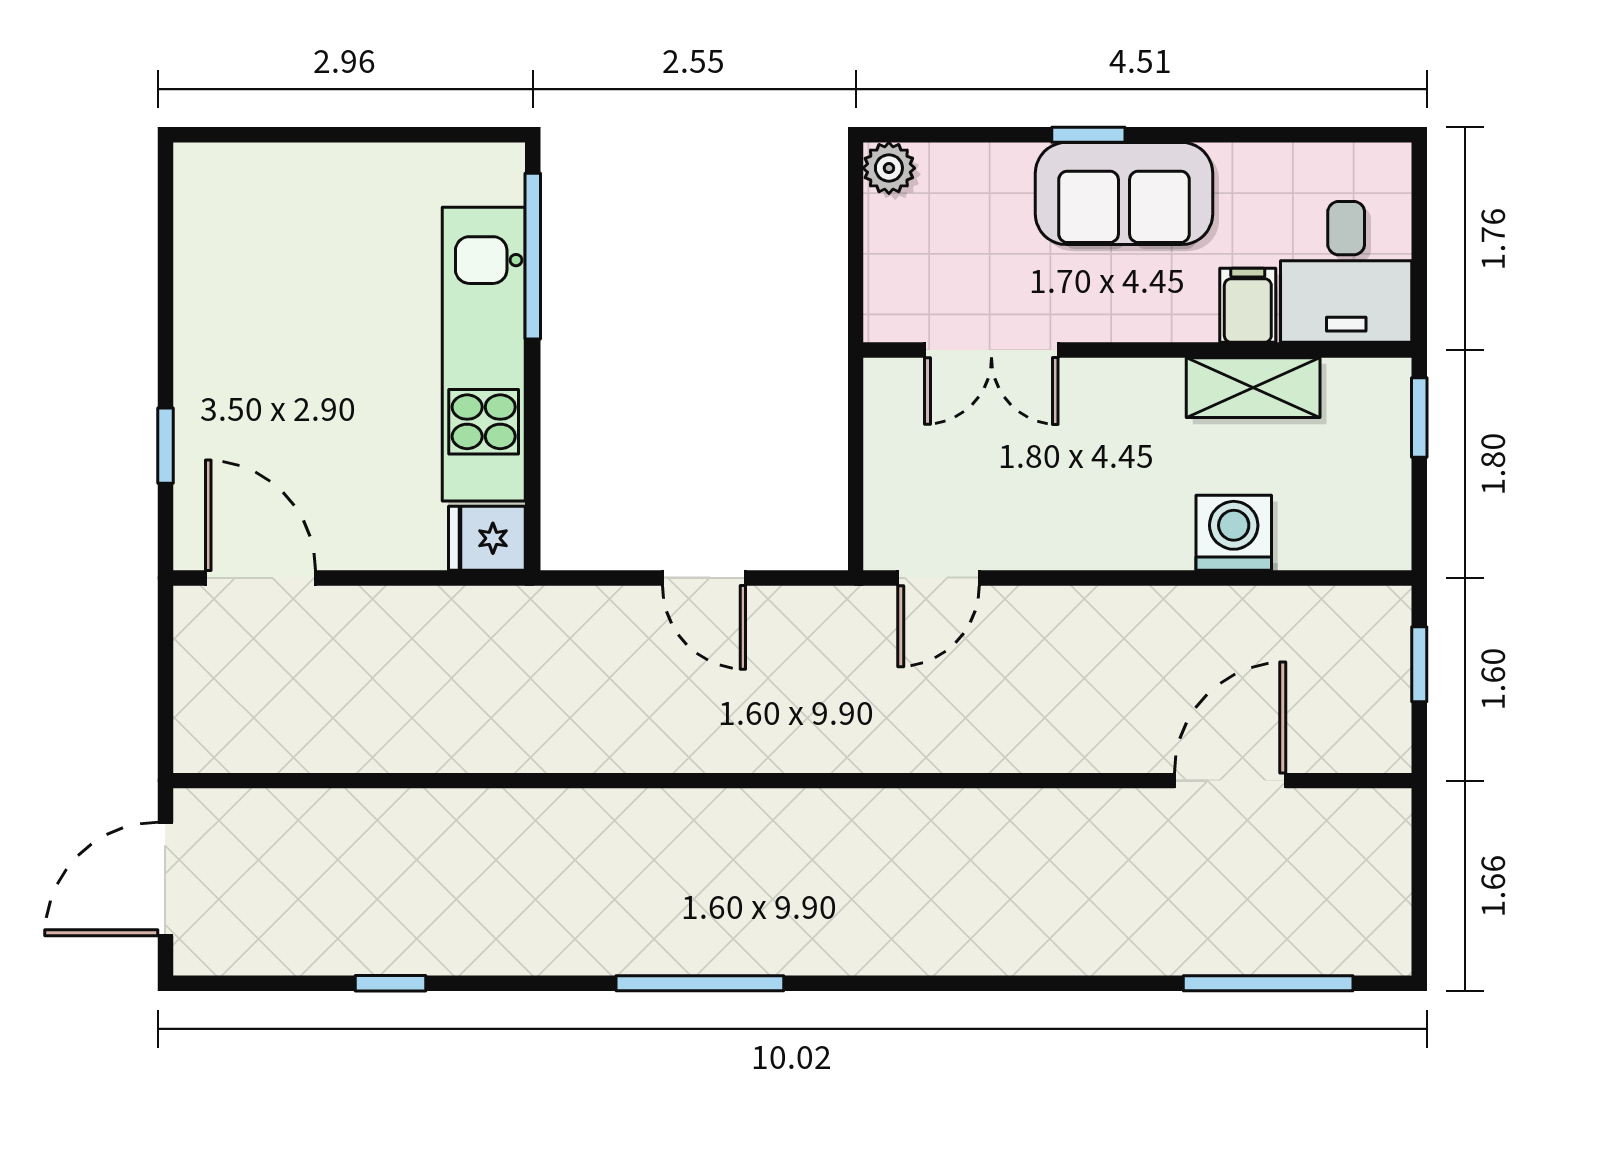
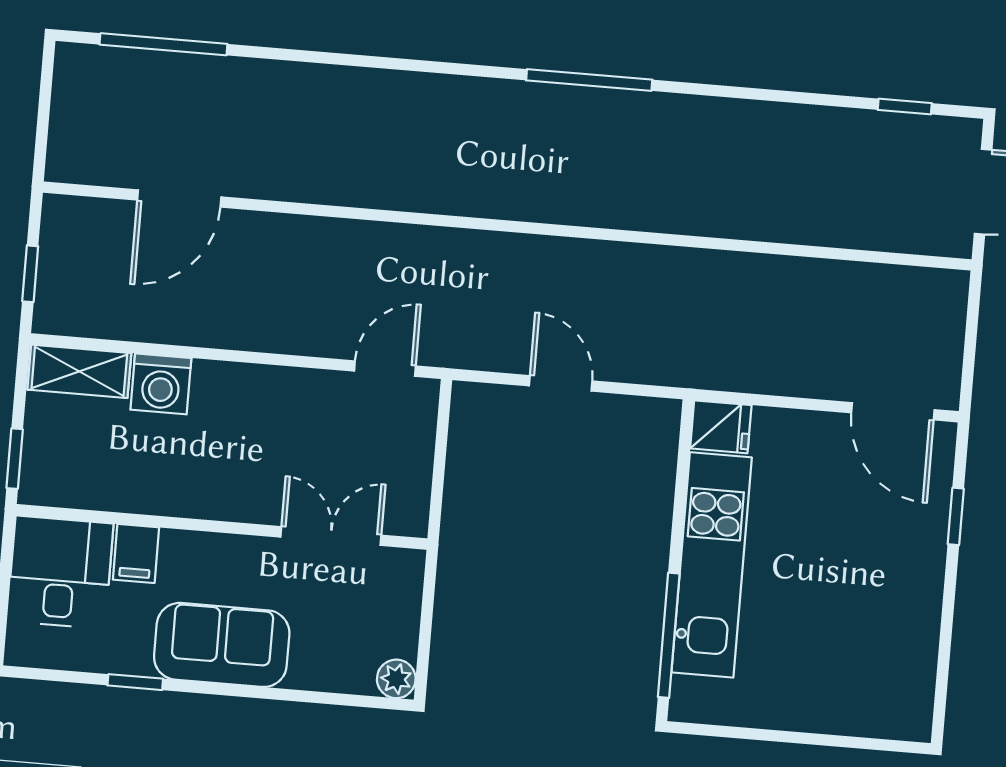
window: (1088, 135) -> (135, 682), moved
shelving: (1253, 388) -> (79, 371), moved
window: (390, 983) -> (905, 107), moved

